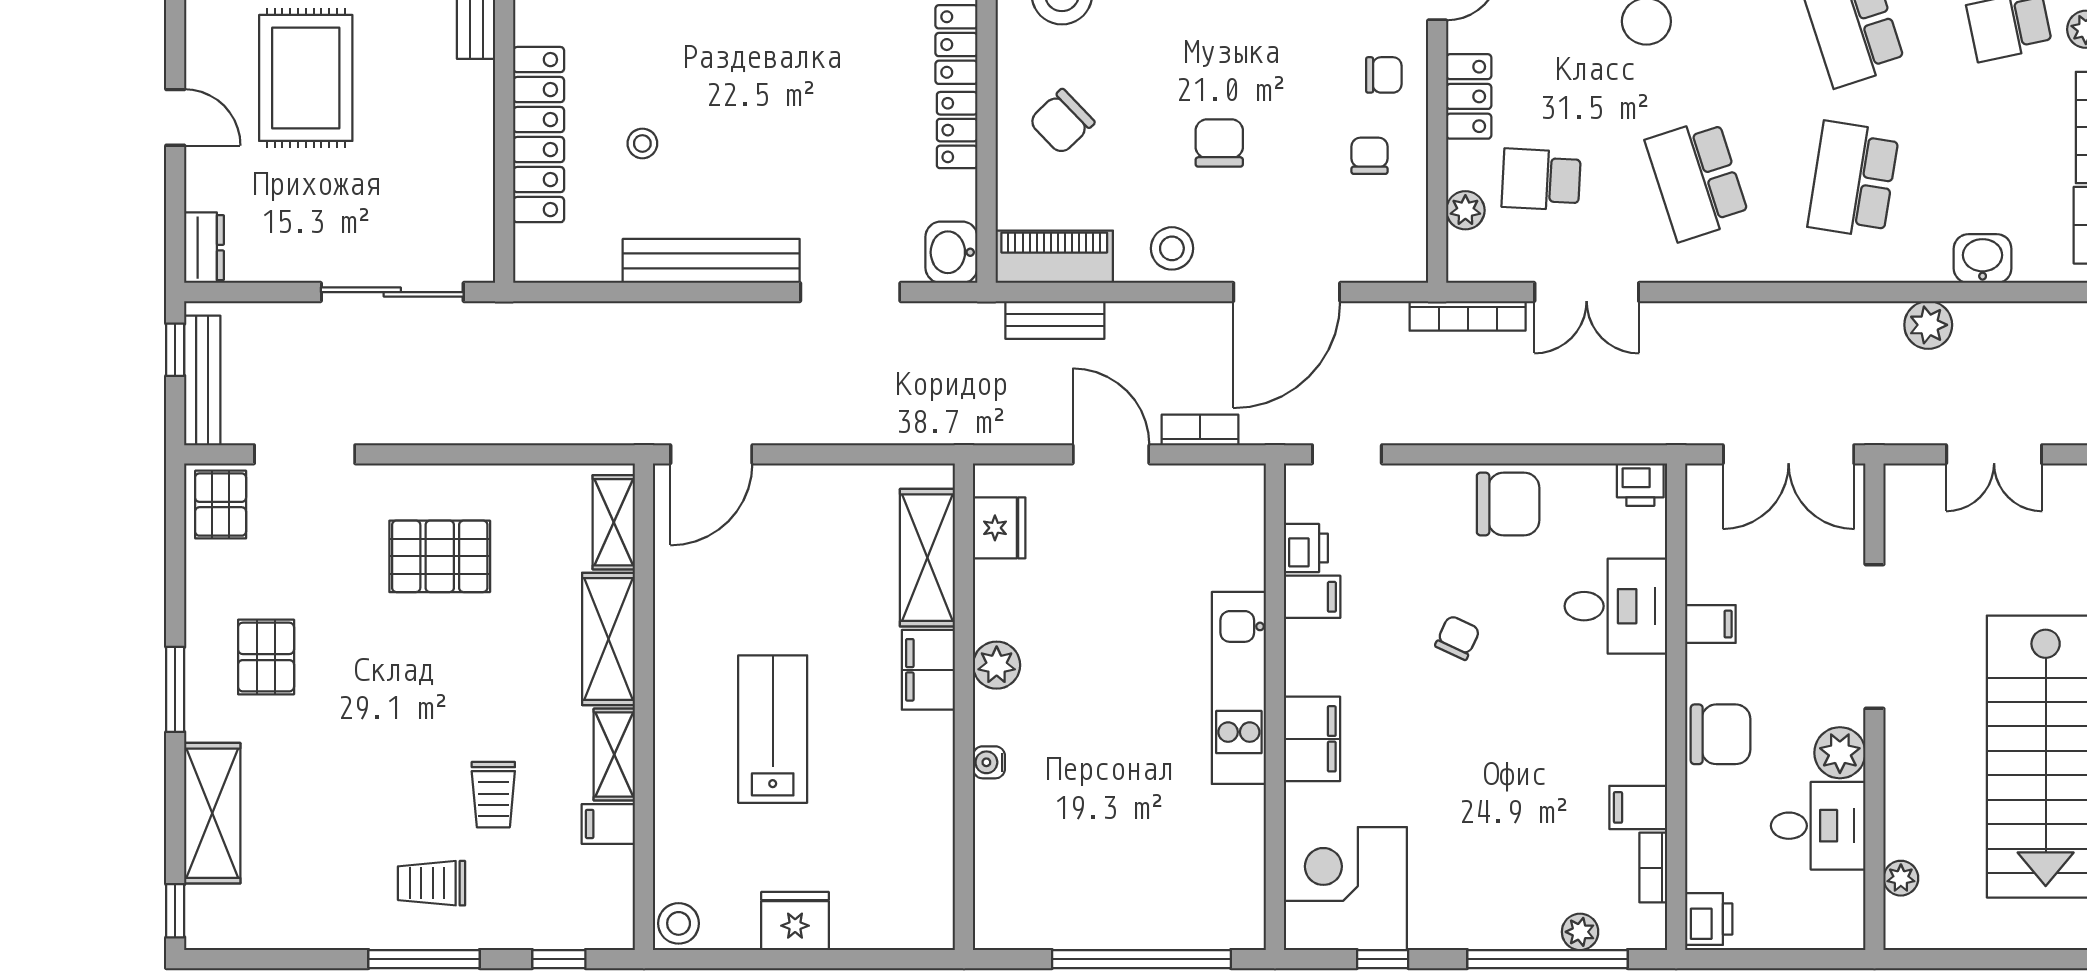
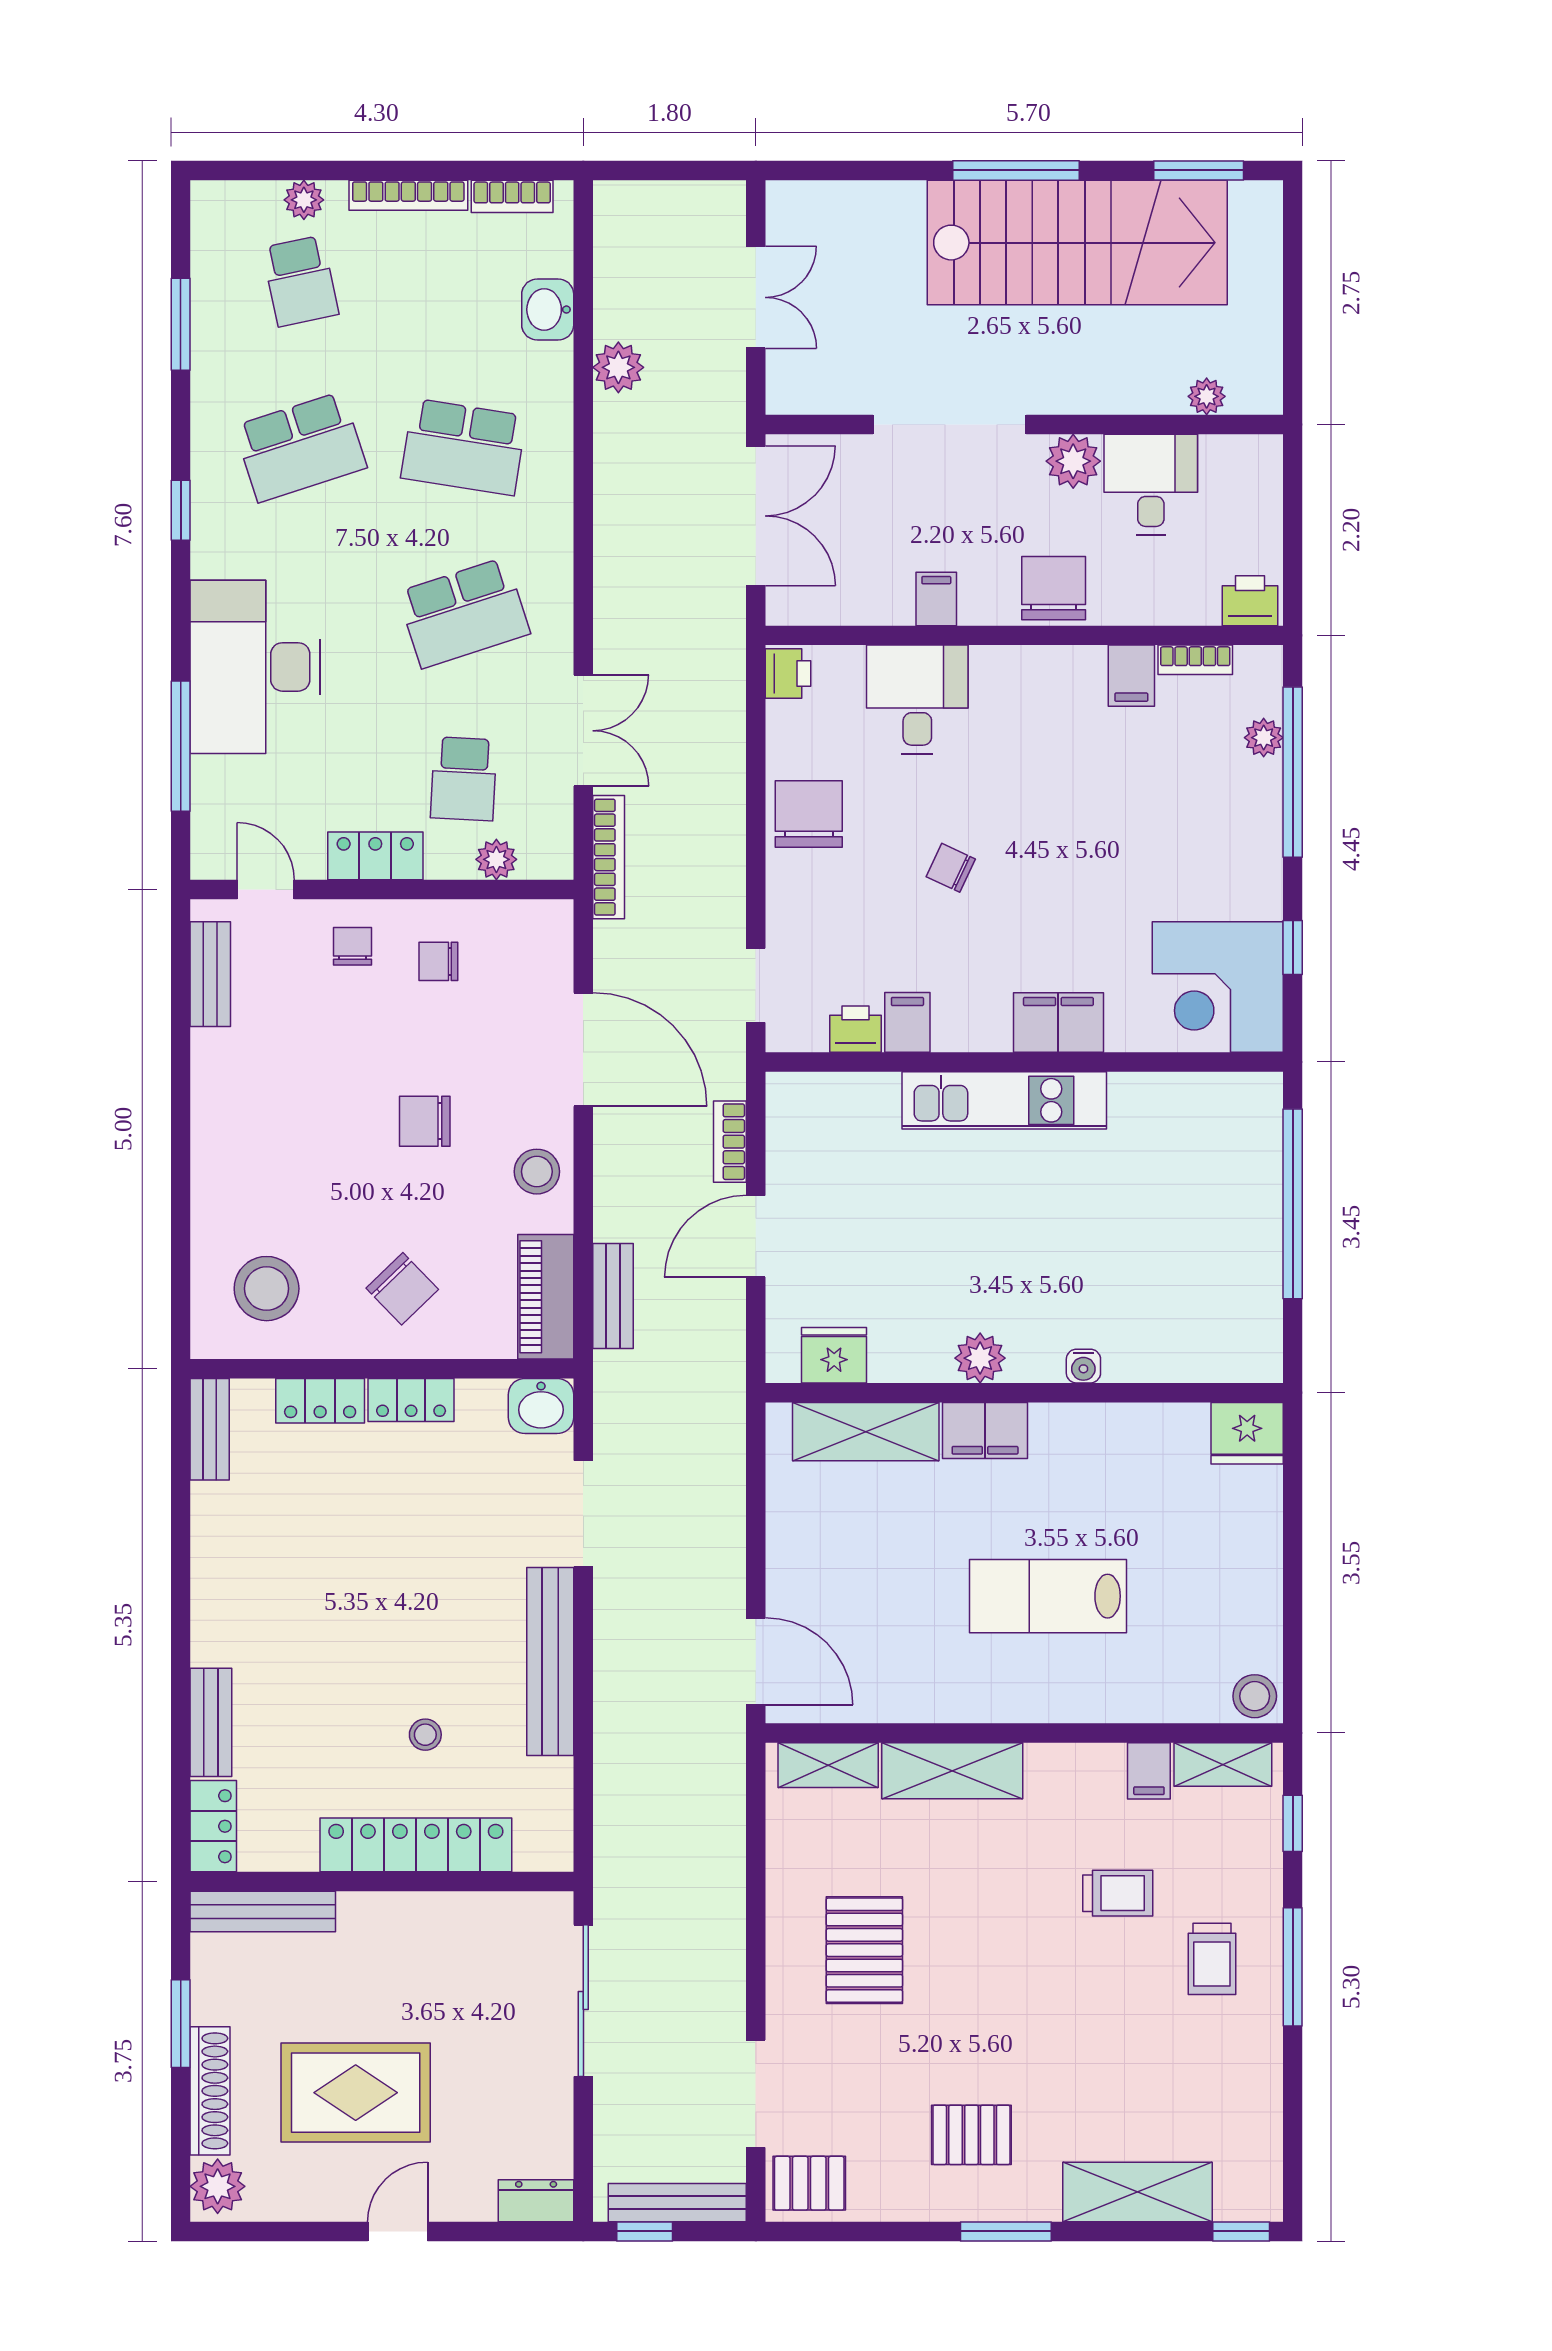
shelving: (614, 755) -> (1223, 1765), moved
fridge: (795, 921) -> (1247, 1433), moved, turned -90

